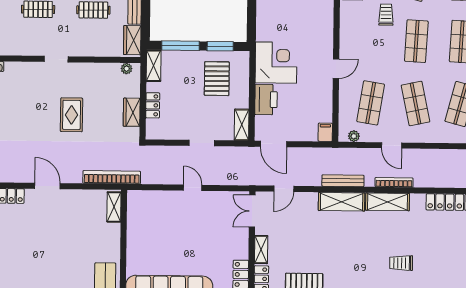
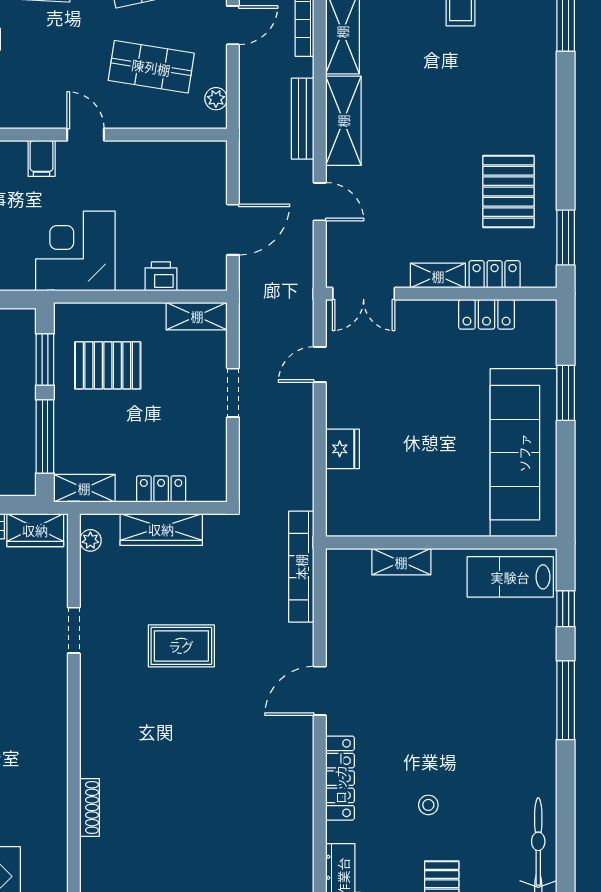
doorway: (56, 59) -> (74, 630), moved
printer: (266, 100) -> (161, 276), width x0.53, depth x0.68
wardrobe: (132, 112) -> (161, 529), width x1.50
filing cabinet: (325, 132) -> (42, 158), moved, turned -90
door: (273, 144) -> (233, 230), moved
door: (193, 188) -> (320, 364), moved
door: (284, 189) -> (320, 202), moved
fridge: (172, 199) -> (342, 449), added
shelving: (114, 207) -> (401, 562), moved

